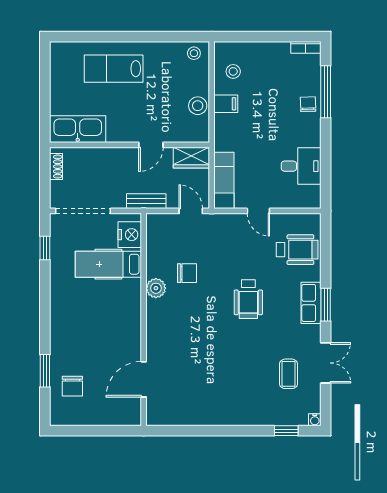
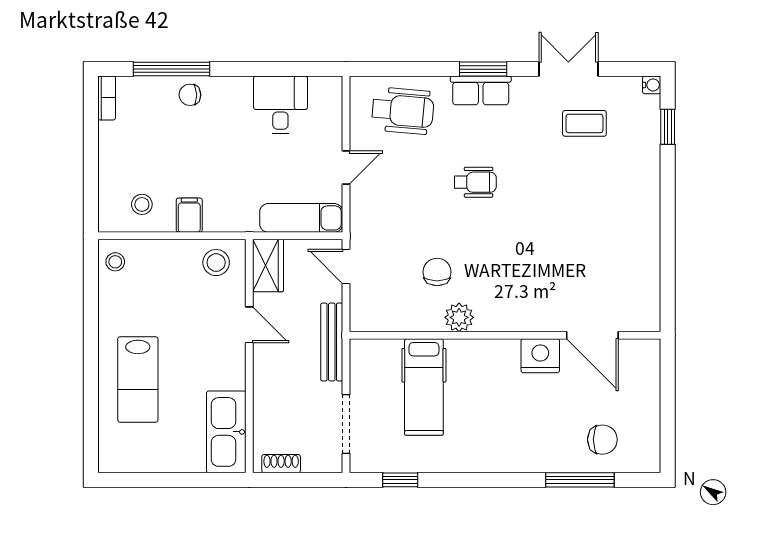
stool: (198, 106) -> (216, 263), moved
bench: (146, 201) -> (332, 342), width x1.36
doorway: (83, 211) -> (346, 424), width x0.73
door: (191, 211) -> (346, 266), hinge flipped
nightstand: (130, 235) -> (540, 356), moved
wheelchair: (297, 250) -> (403, 111), turned 95
wheelchair: (248, 299) -> (475, 182), width x0.73, depth x0.73
window: (45, 371) -> (580, 480), width x1.44

